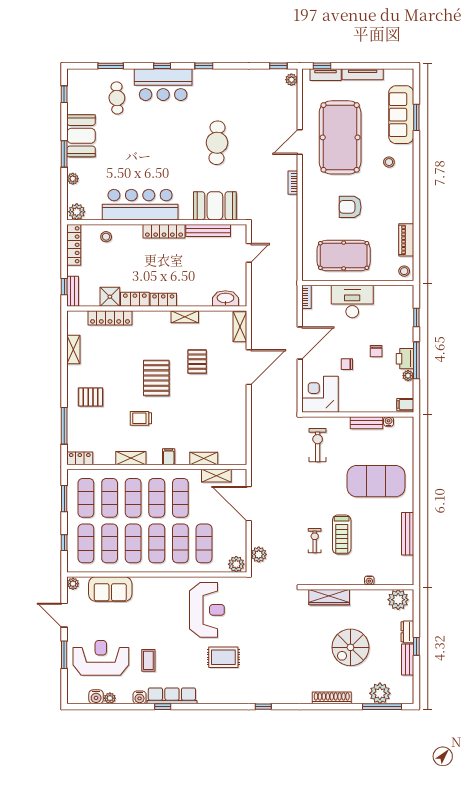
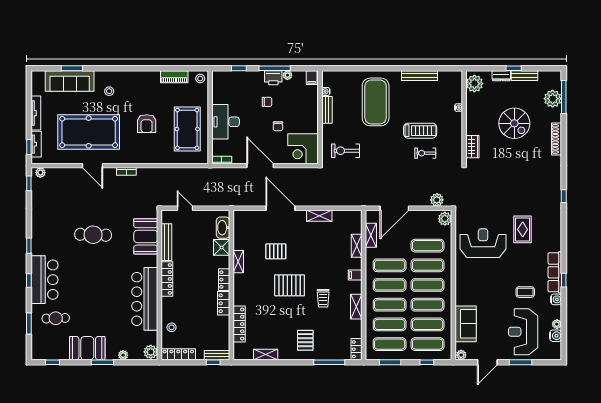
shower: (110, 297) -> (222, 247), moved
shelving: (240, 327) -> (319, 216), moved
wardrobe: (329, 597) -> (472, 147), width x0.67

